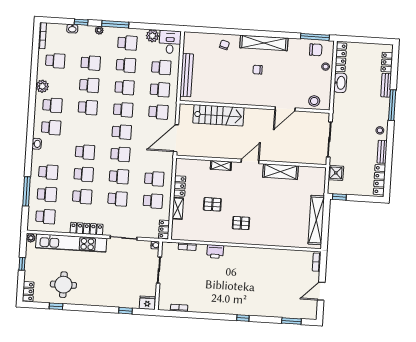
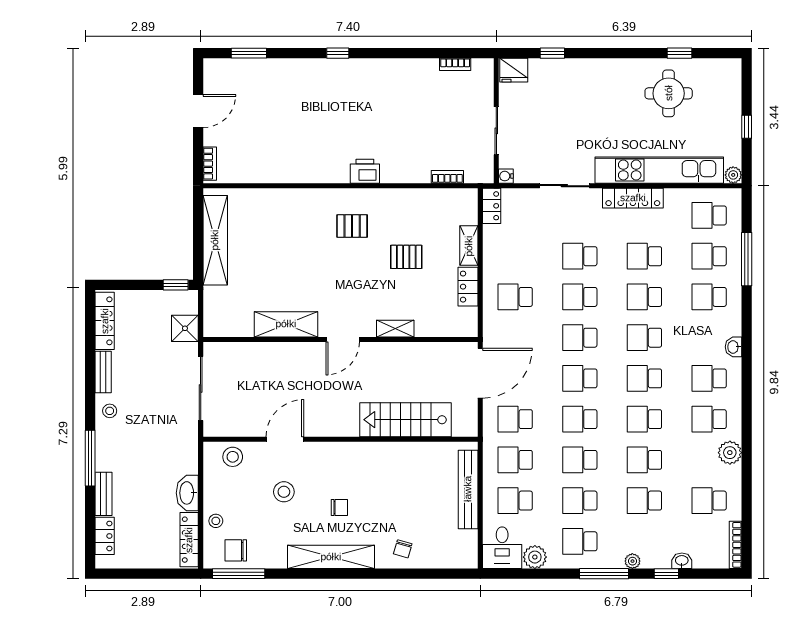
stool: (287, 80) -> (284, 492), added
school desk: (153, 201) -> (644, 378), moved
printer: (215, 252) -> (365, 171), moved
locker: (28, 291) -> (732, 77), removed

